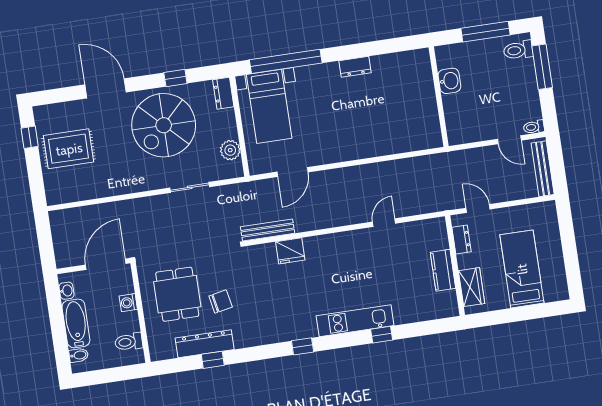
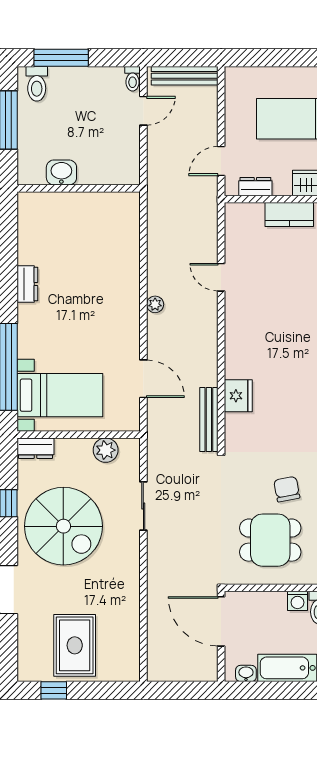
plant: (354, 173) -> (155, 304), added
washing machine: (128, 303) -> (297, 601), moved

